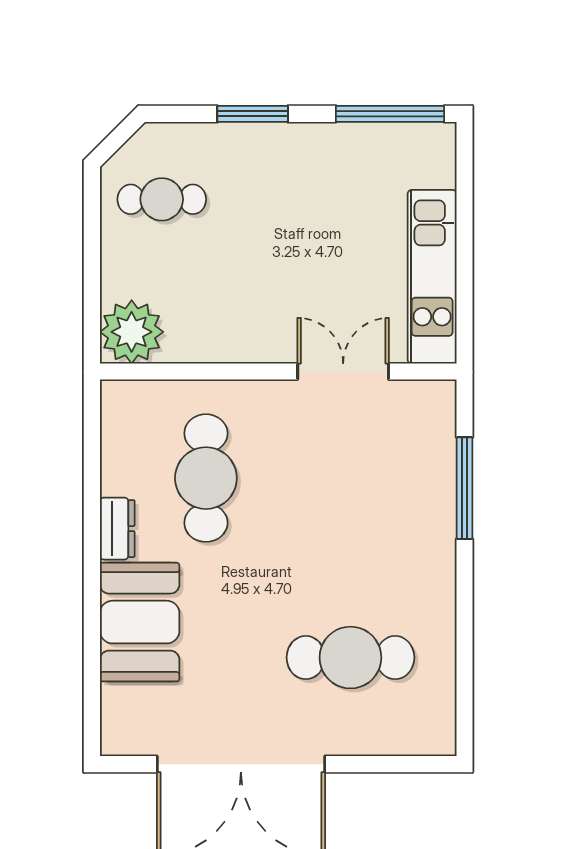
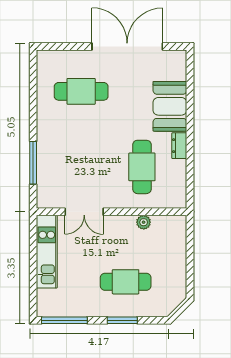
cafe table: (162, 199) -> (126, 282), moved, width x1.37, depth x1.35
plant: (132, 332) -> (144, 222), moved, width x0.53, depth x0.53

